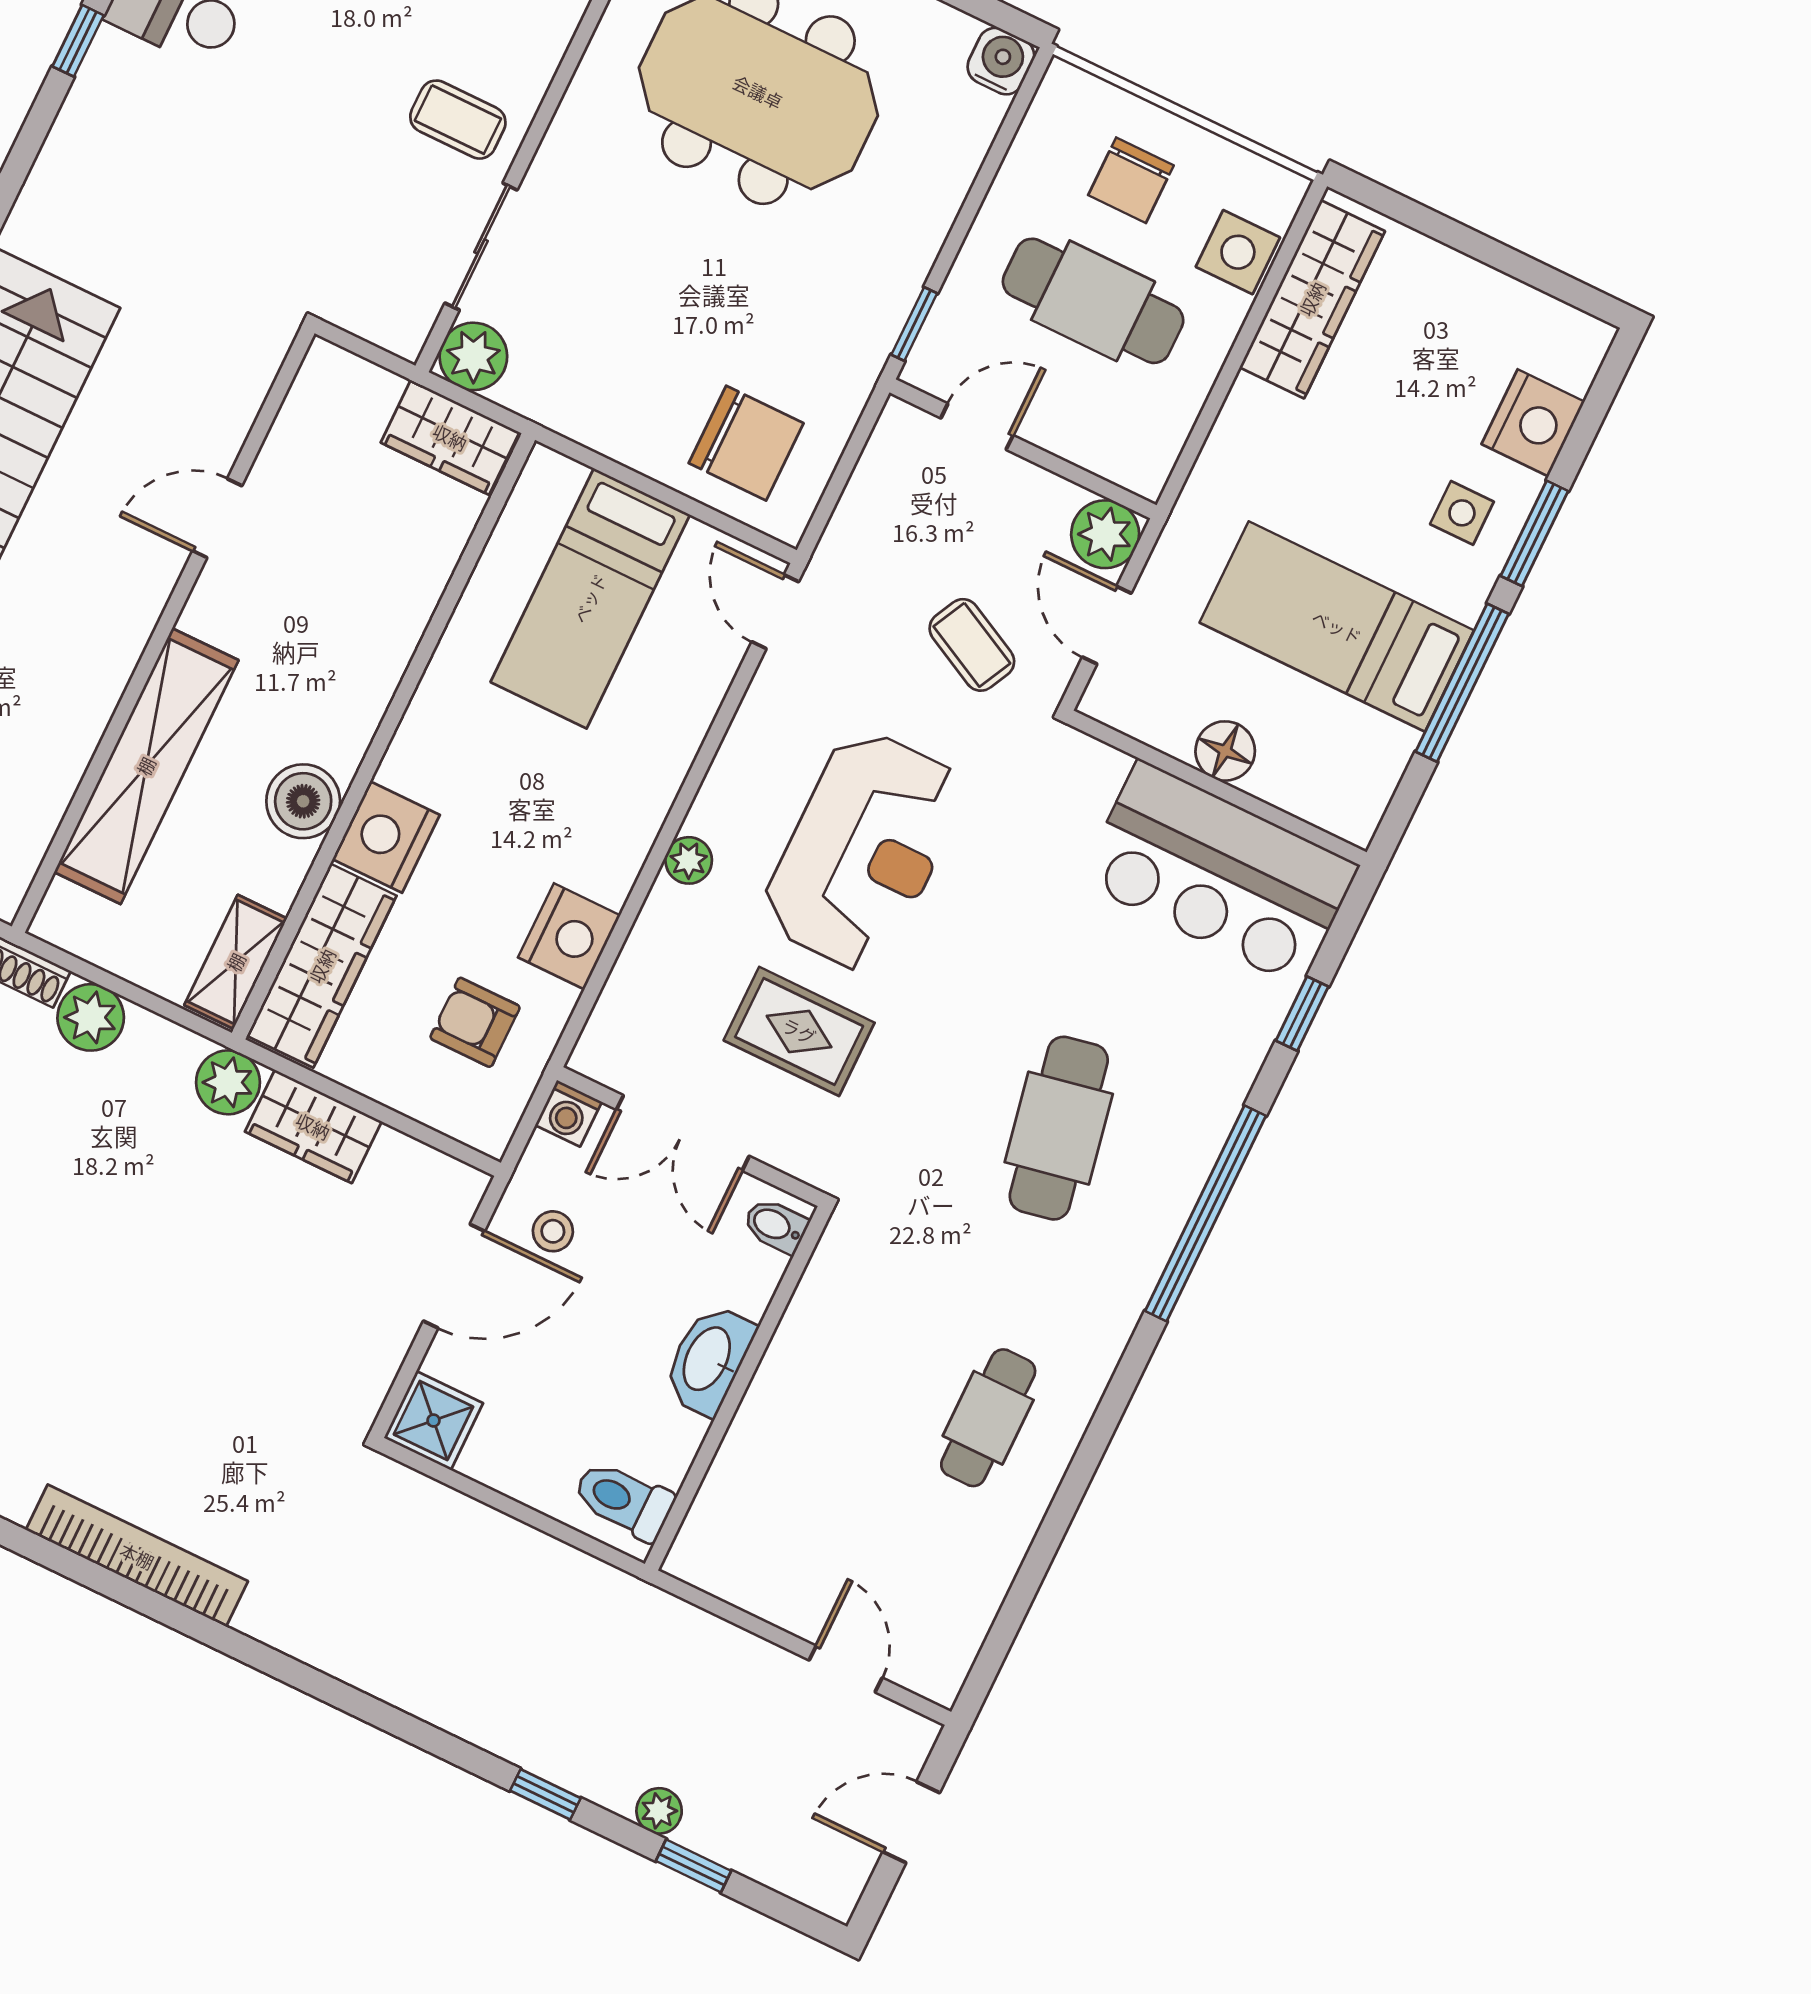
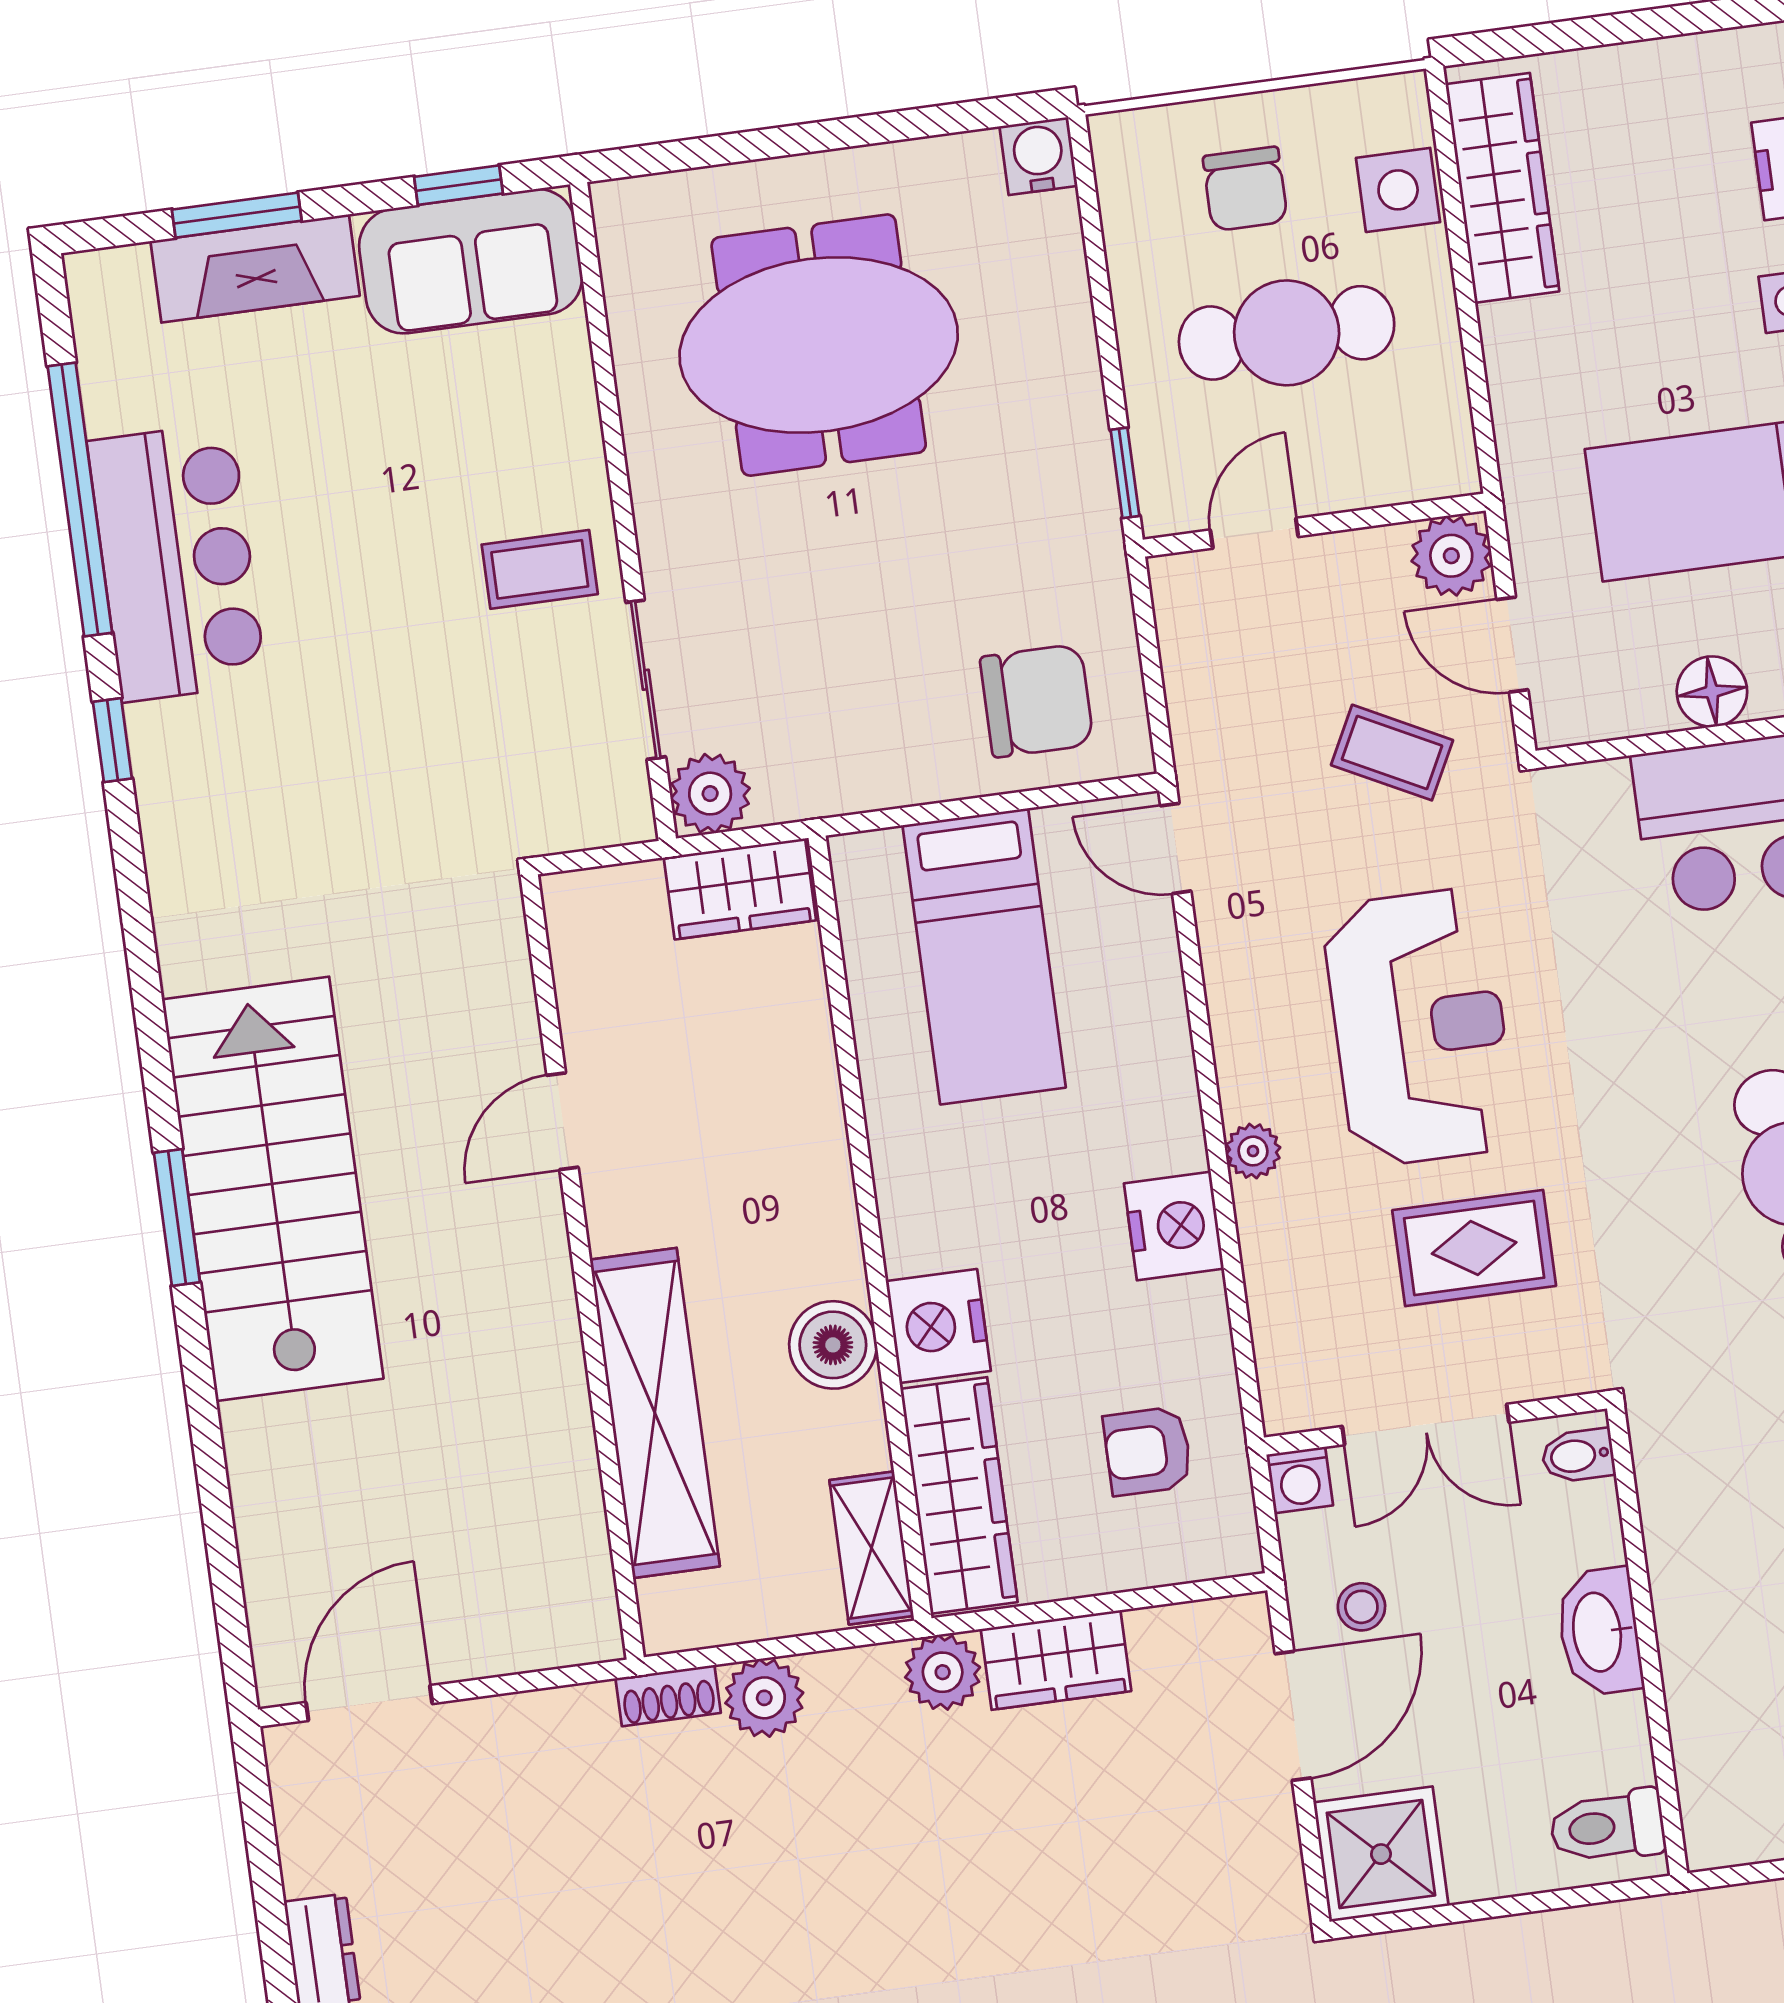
nightstand: (569, 936) -> (1174, 1226), moved
shower: (433, 1421) -> (1381, 1854), width x1.36, depth x1.36

